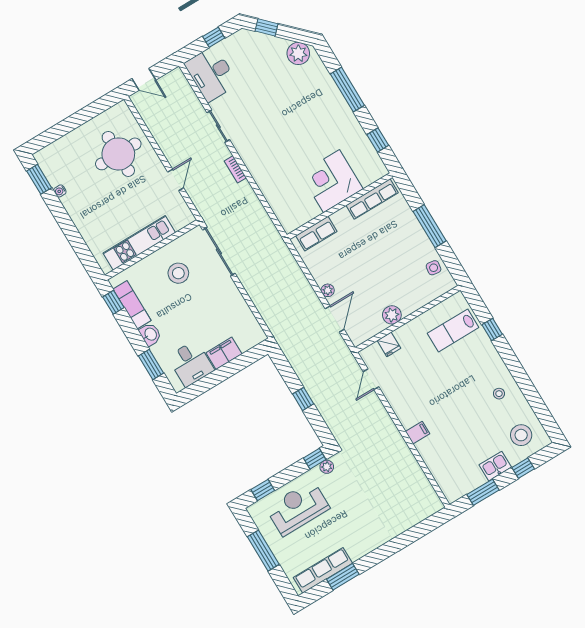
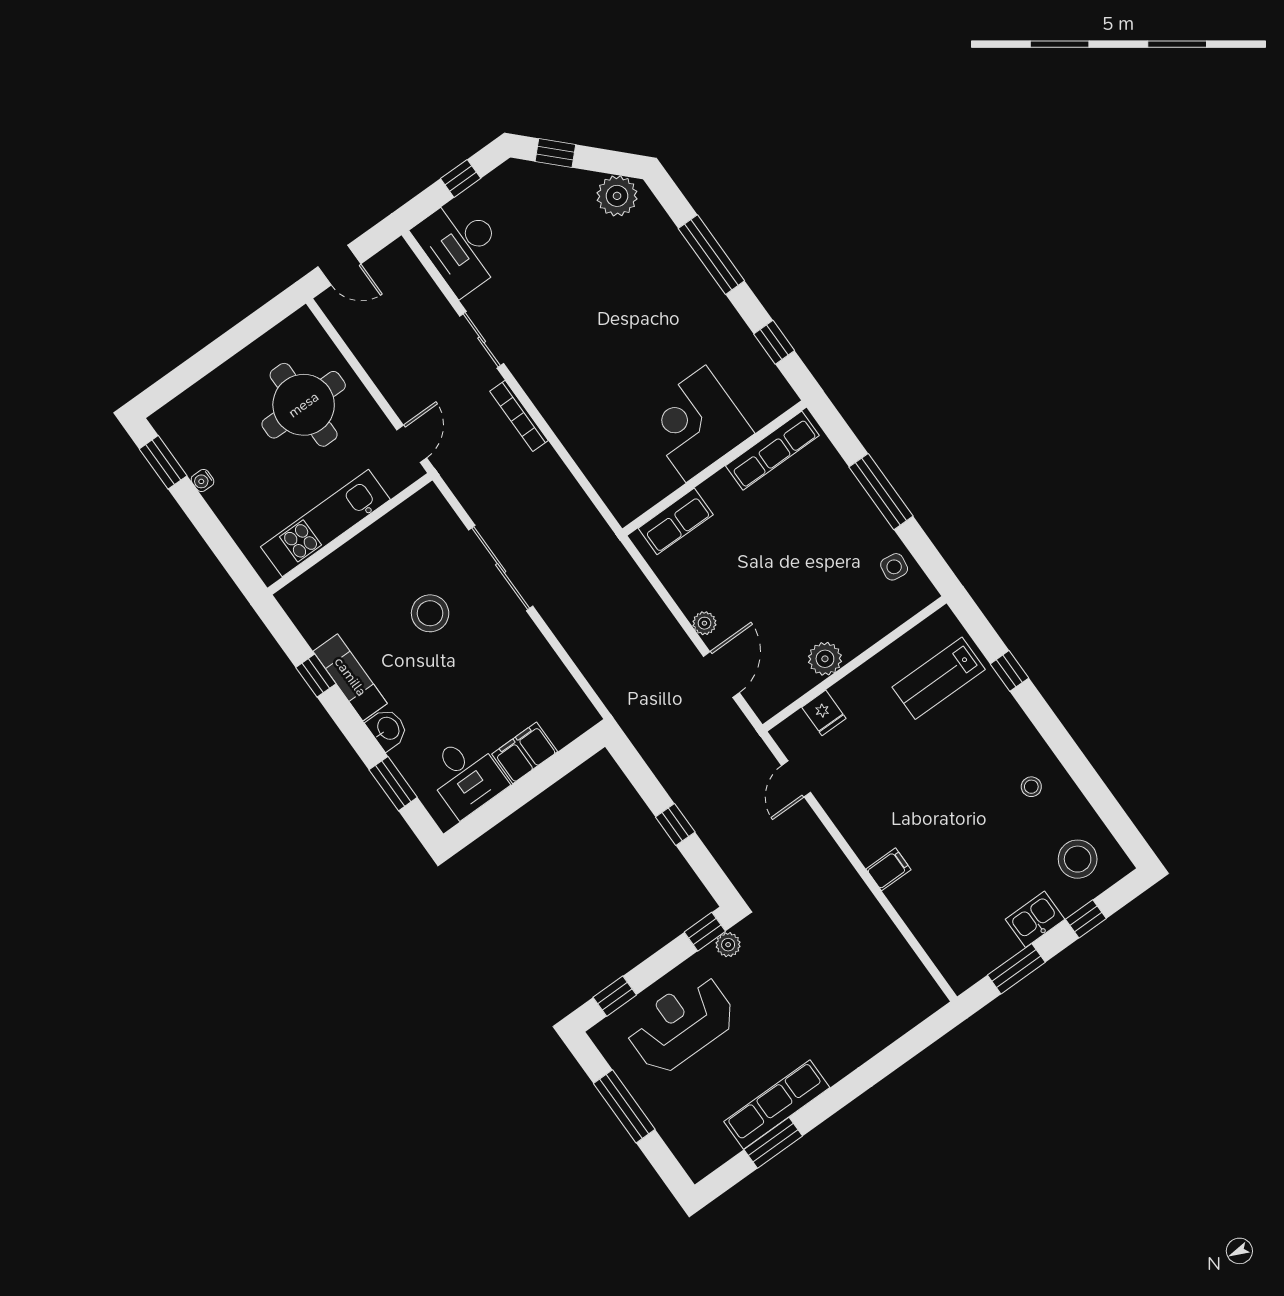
bookcase: (235, 169) -> (519, 416), width x1.56
kitchen unit: (139, 243) -> (325, 523), moved
wall: (152, 250) -> (350, 534), moved
row of seats: (323, 570) -> (777, 1105), moved

